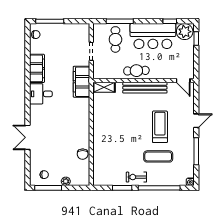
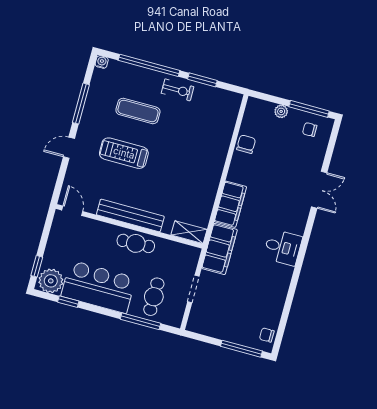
filing cabinet: (37, 68) -> (230, 204), moved, turned 180
treadmill: (160, 127) -> (124, 153), turned 90

